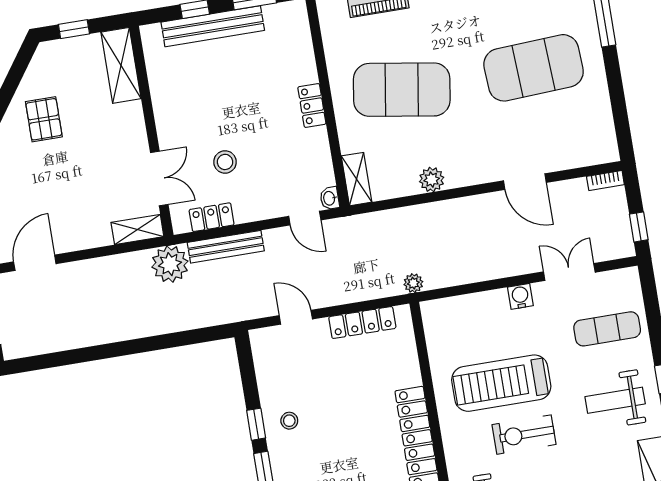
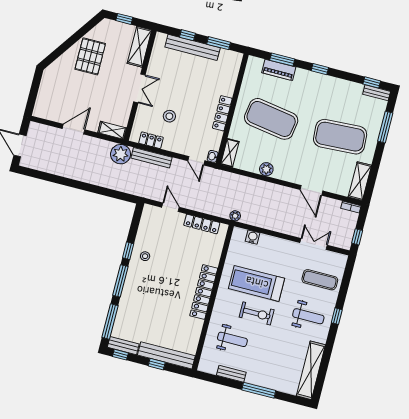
locker: (312, 106) -> (222, 113), width x1.53
pallet: (44, 119) -> (90, 56), width x1.50, depth x1.42
shelving: (601, 129) -> (360, 181), added
double door: (159, 179) -> (139, 88), moved
door: (35, 263) -> (73, 129), moved
water cooler: (520, 296) -> (253, 237), moved
weight bench: (615, 400) -> (308, 316), turned 180
exercise bike: (524, 435) -> (257, 313), turned 180

